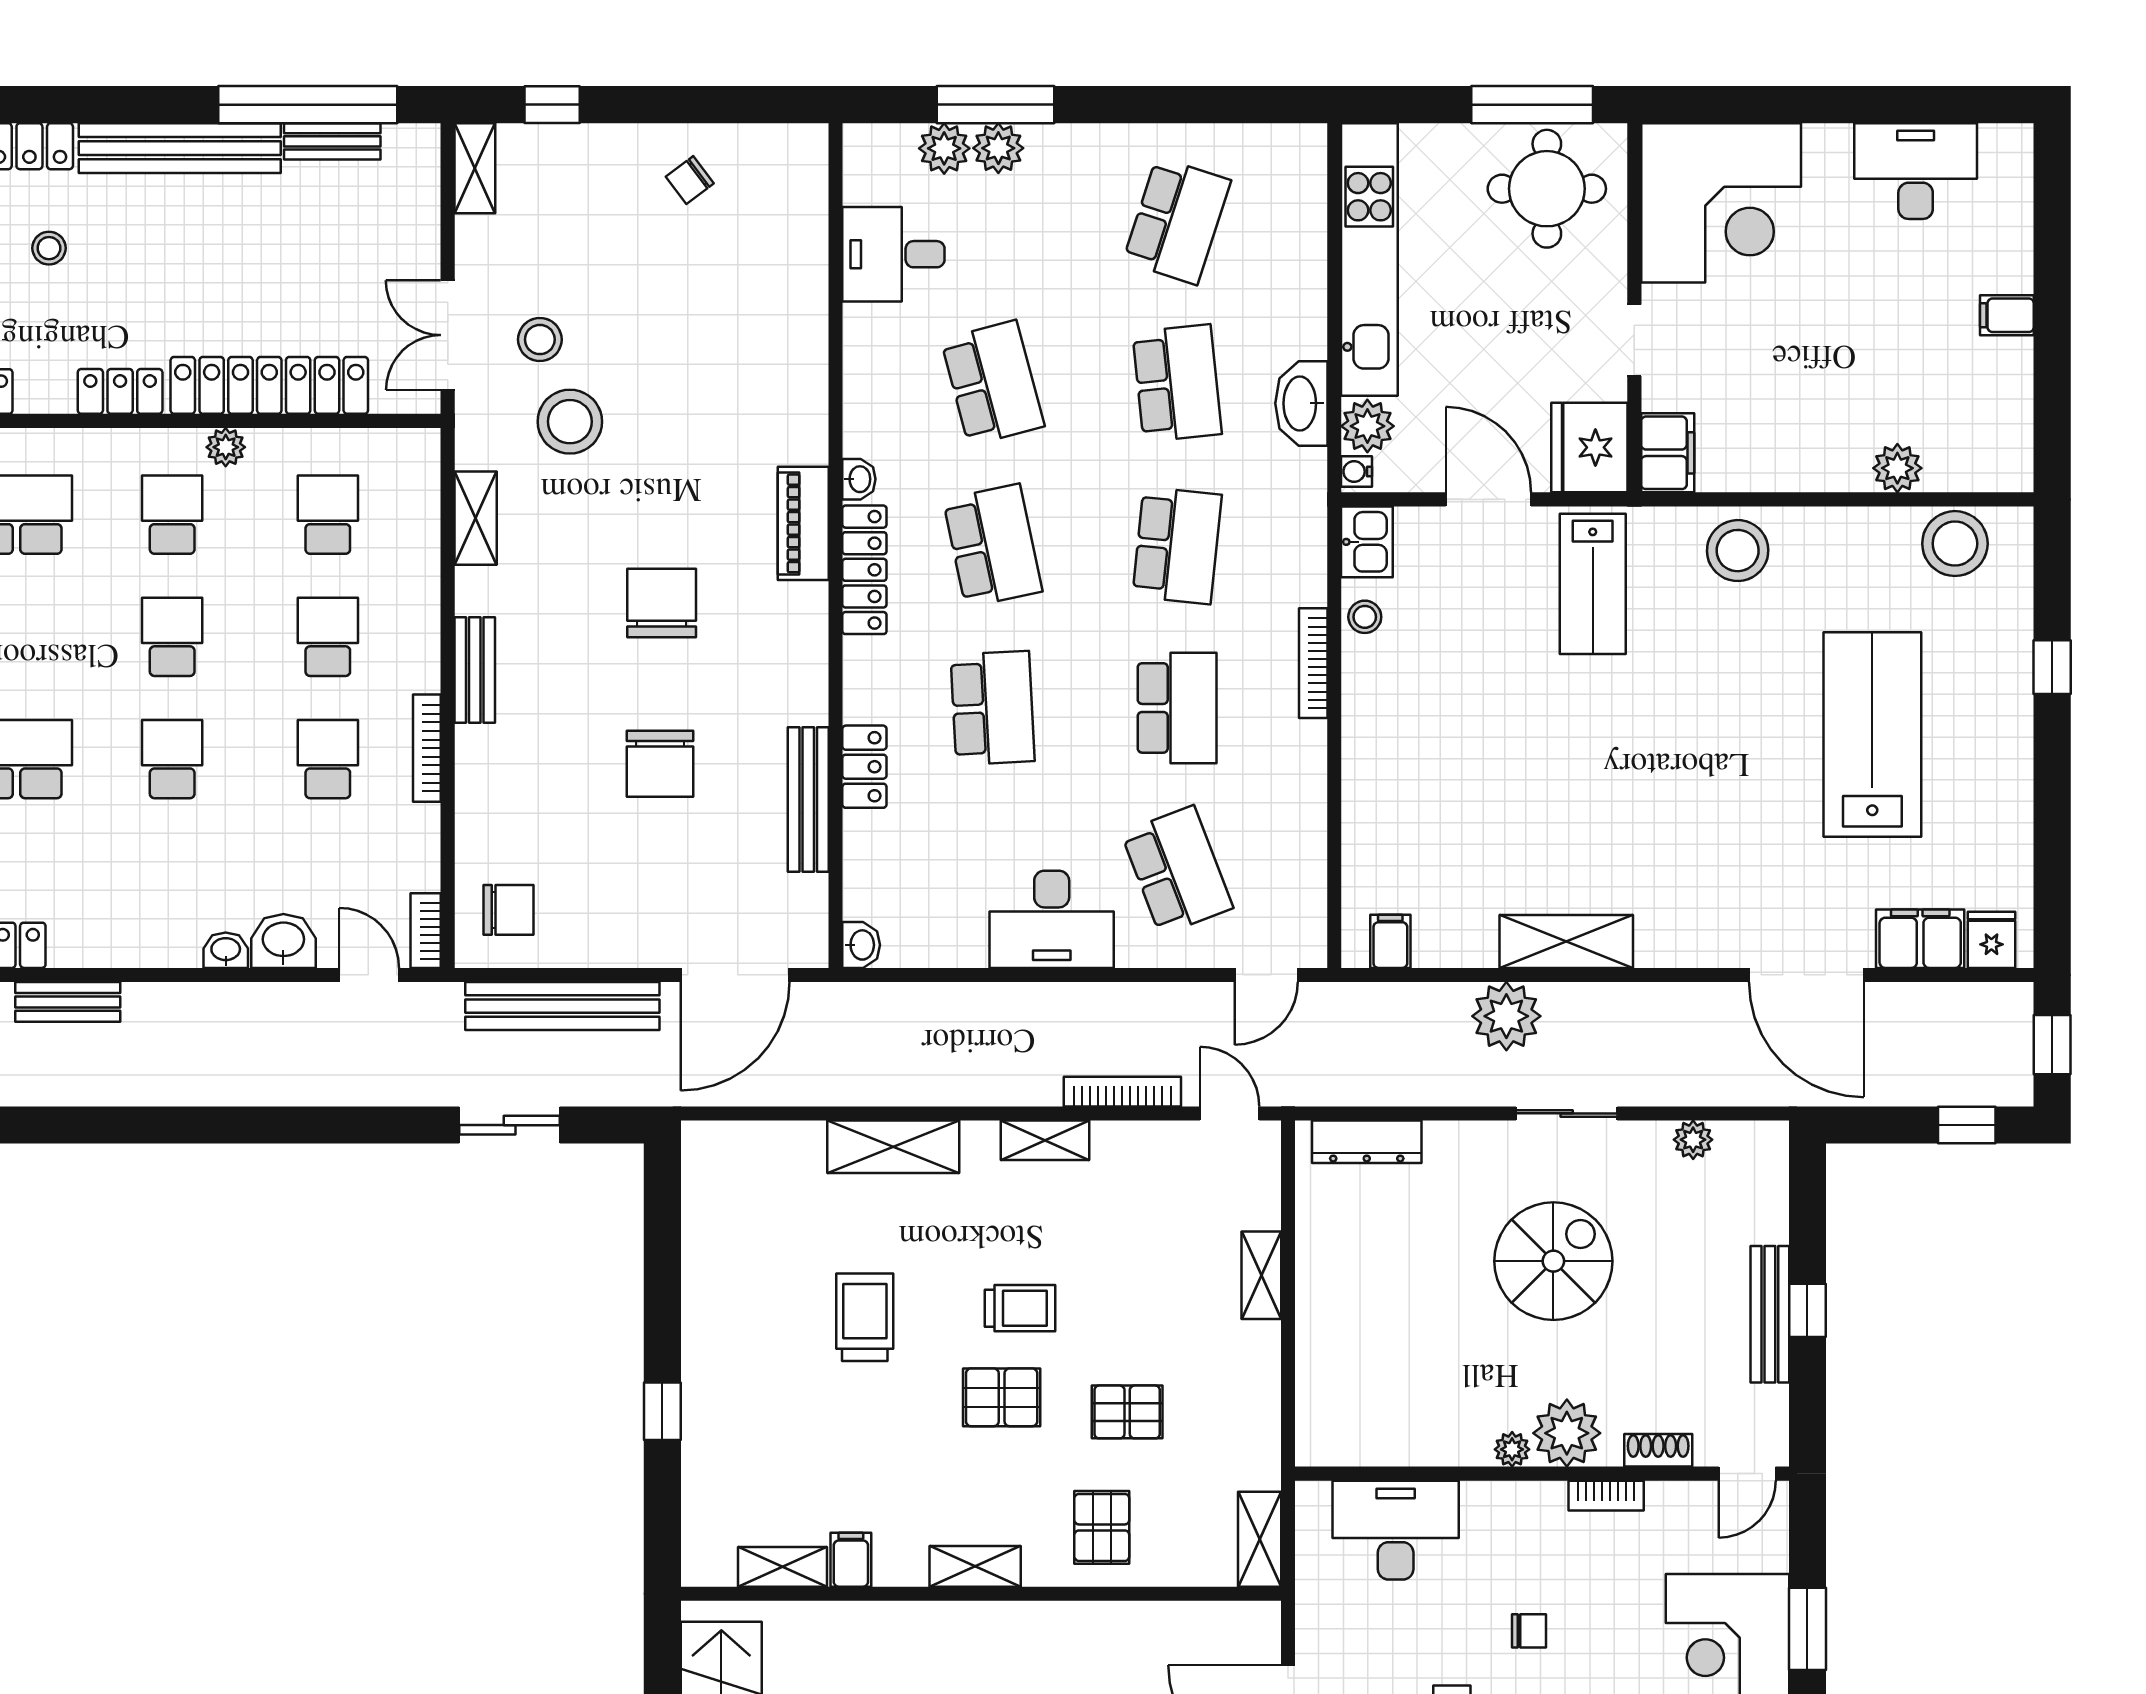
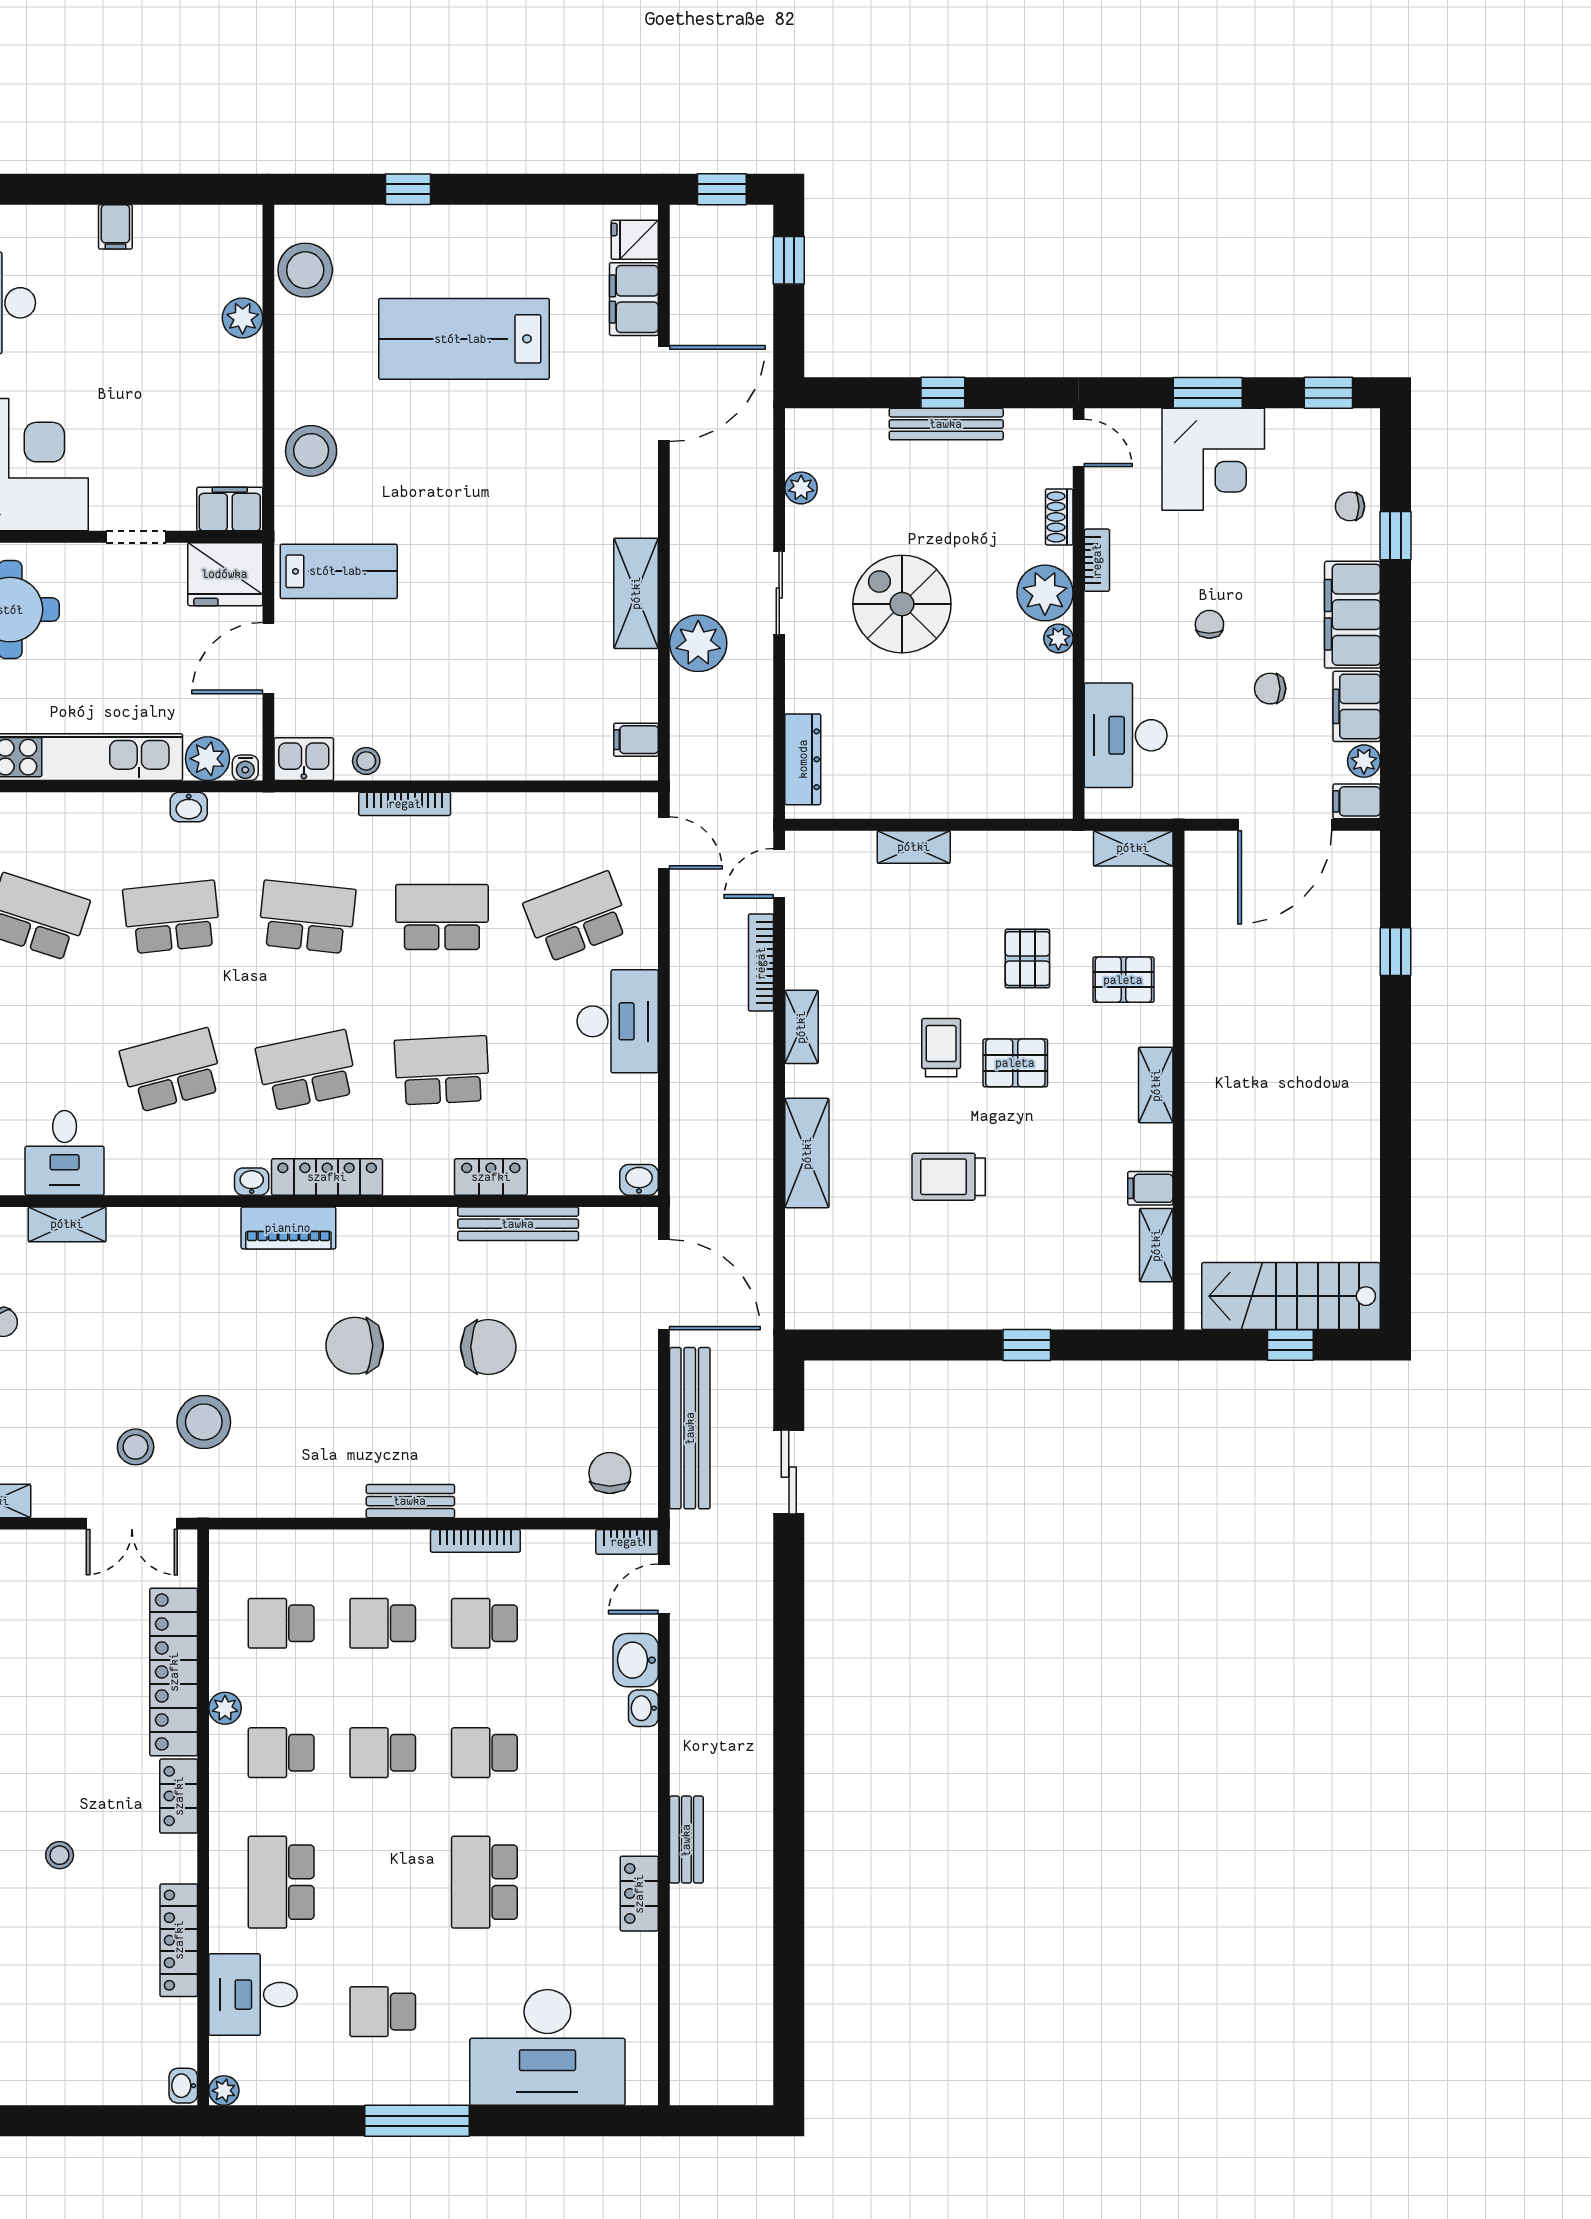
washbasin: (1301, 403) -> (189, 807), width x0.52, depth x0.69
shelving: (476, 518) -> (67, 1224), moved
pallet: (1002, 1397) -> (1015, 1063), turned 90

